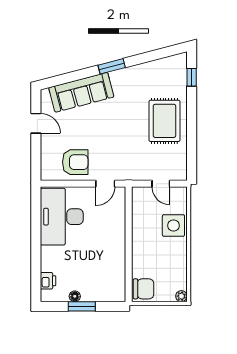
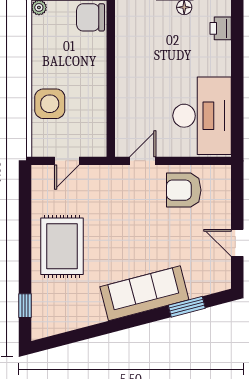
window: (112, 66) -> (187, 307), moved
sofa: (81, 92) -> (144, 293), moved
door: (161, 184) -> (67, 161), swing flipped

